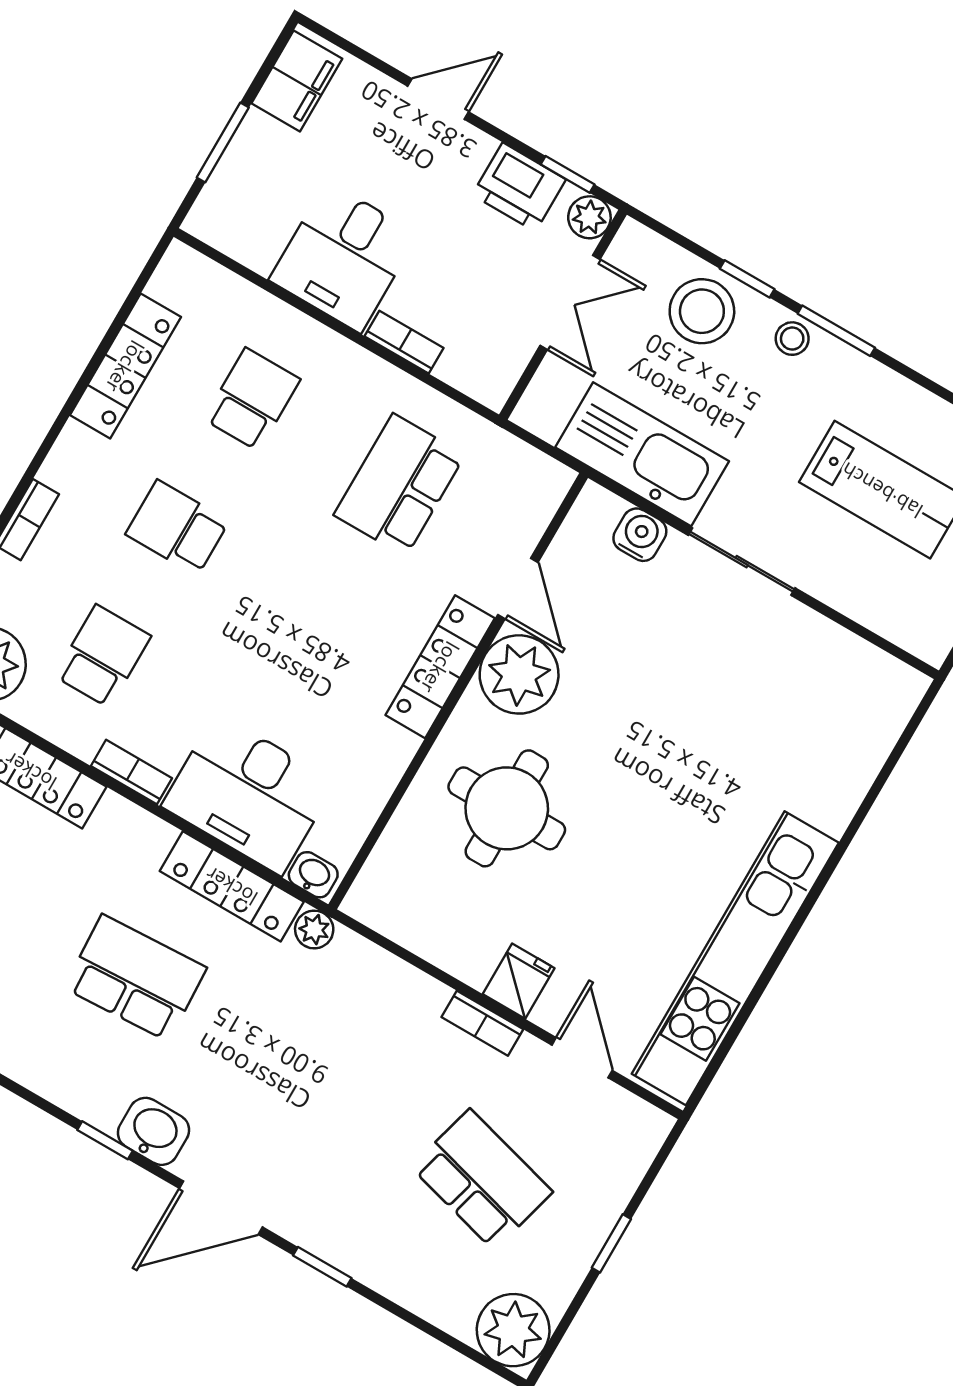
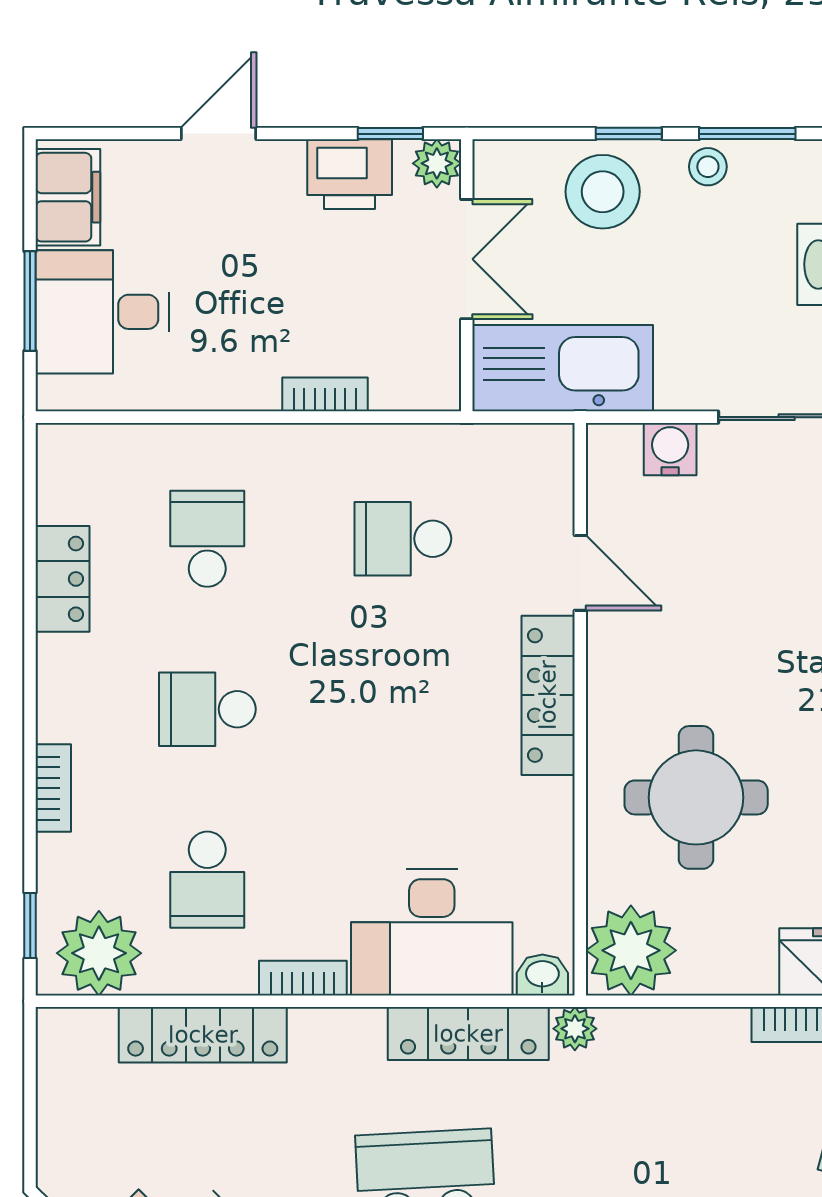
desk: (344, 257) -> (102, 312), moved, turned 90
locker: (125, 366) -> (63, 579), width x0.66
kitchen sink: (642, 454) -> (563, 368), moved
school desk: (399, 485) -> (403, 539), width x0.54
school desk: (103, 656) -> (207, 880), turned 180
plant: (519, 674) -> (631, 950), moved

